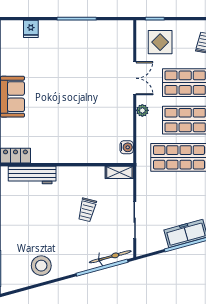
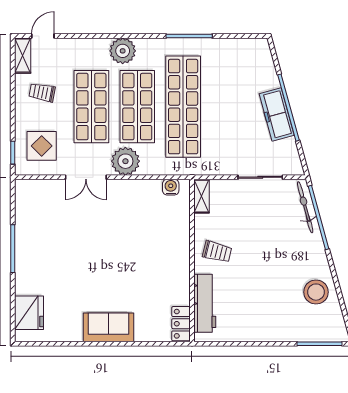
fridge: (31, 29) -> (29, 313), width x1.88, depth x1.34
double door: (135, 78) -> (86, 177), swing flipped
plant: (142, 110) -> (125, 161), width x1.88, depth x1.88
trolley: (87, 210) -> (217, 252), moved

